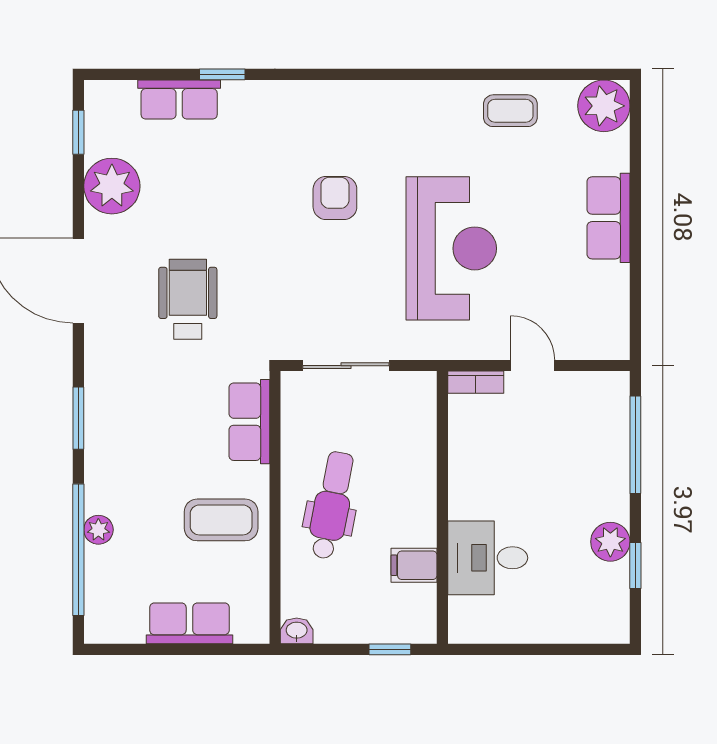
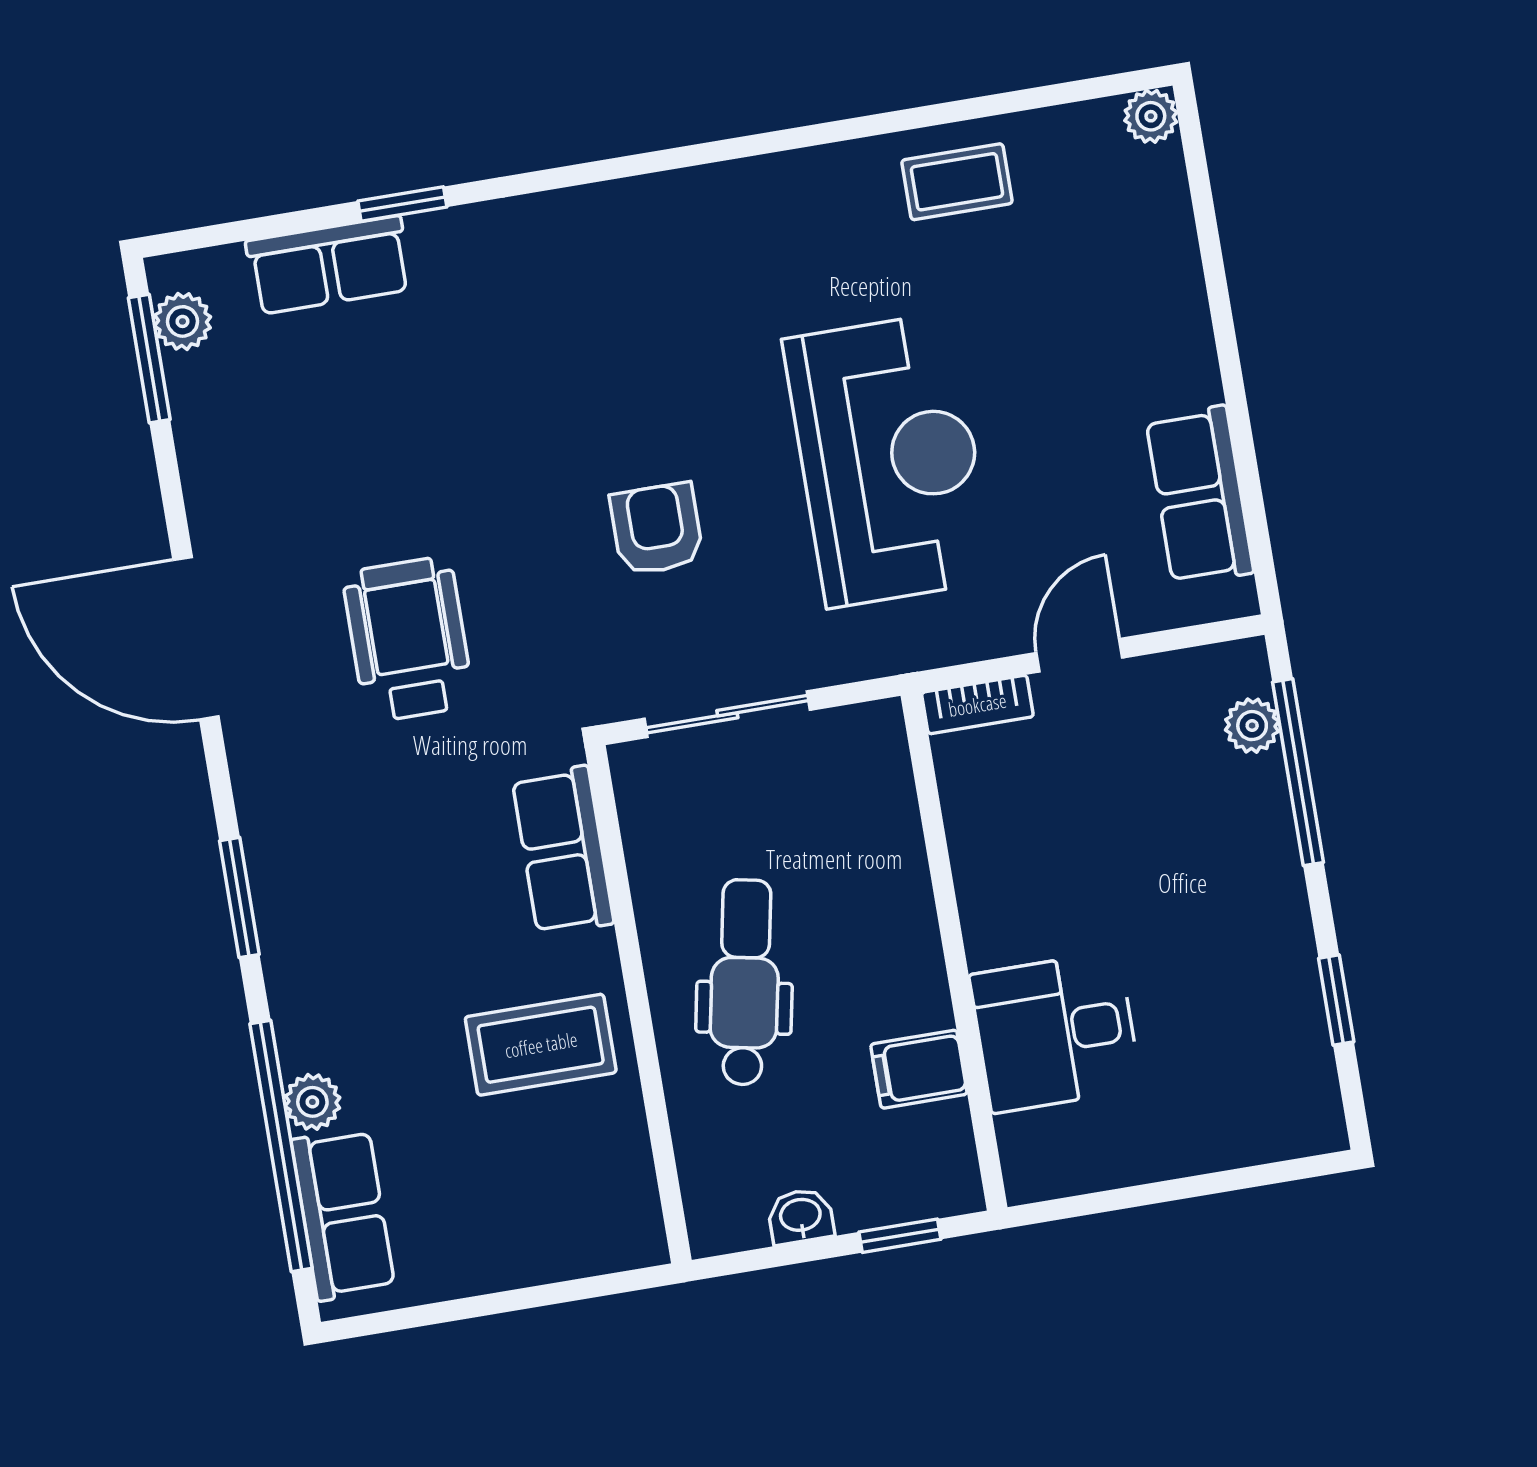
plant: (604, 106) -> (1151, 116), width x0.53, depth x0.53
window: (78, 132) -> (149, 359), width x1.50
plant: (112, 186) -> (183, 321), moved, width x0.53, depth x0.53
armchair: (335, 198) -> (657, 529), moved
row of seats: (608, 218) -> (1200, 495), moved
door: (533, 366) -> (1079, 655), hinge flipped
plant: (610, 542) -> (1252, 726), moved, width x0.73, depth x0.73
row of seats: (189, 623) -> (343, 1214), moved, turned 90
washbasin: (297, 631) -> (801, 1216), moved

